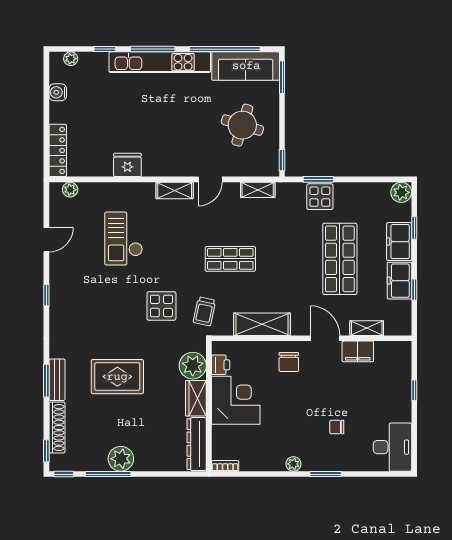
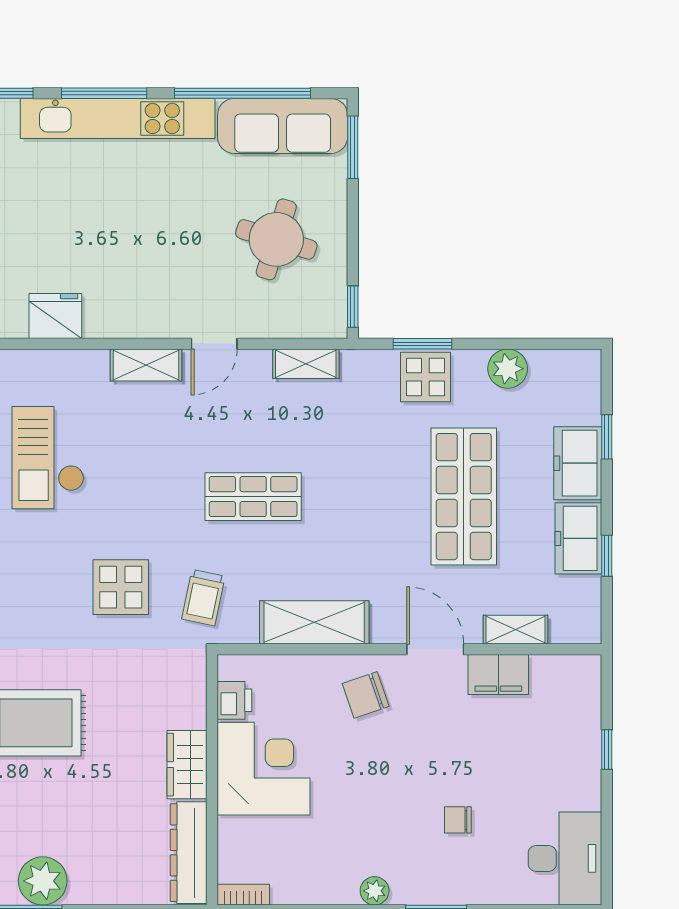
plant: (401, 192) -> (508, 369), moved
chair: (289, 362) -> (366, 695), turned 71
plant: (193, 366) -> (181, 702), removed

